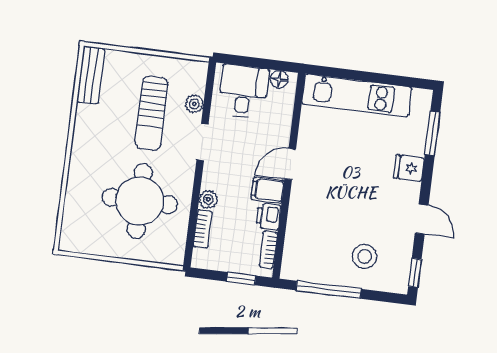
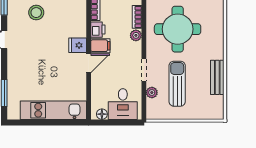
bench: (91, 75) -> (217, 77), moved
fridge: (409, 168) -> (78, 45), moved, turned 180

